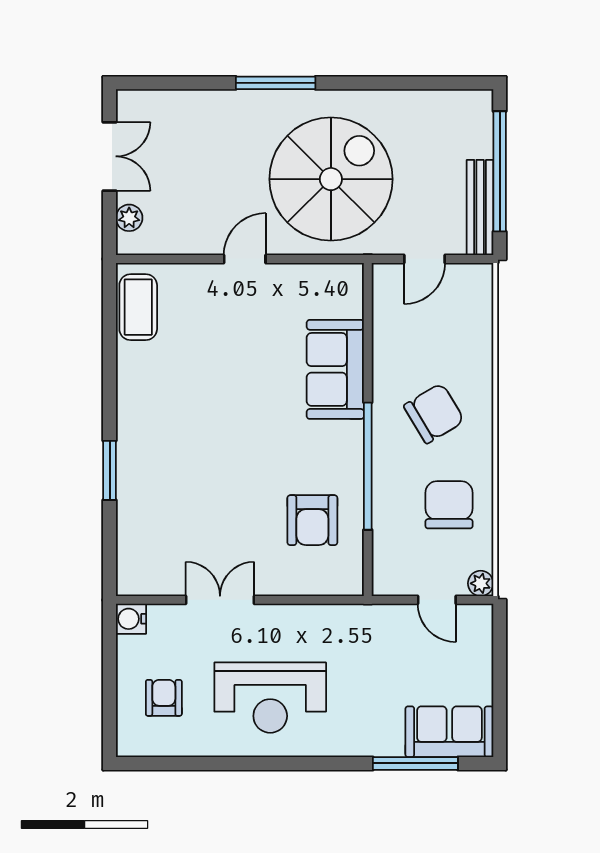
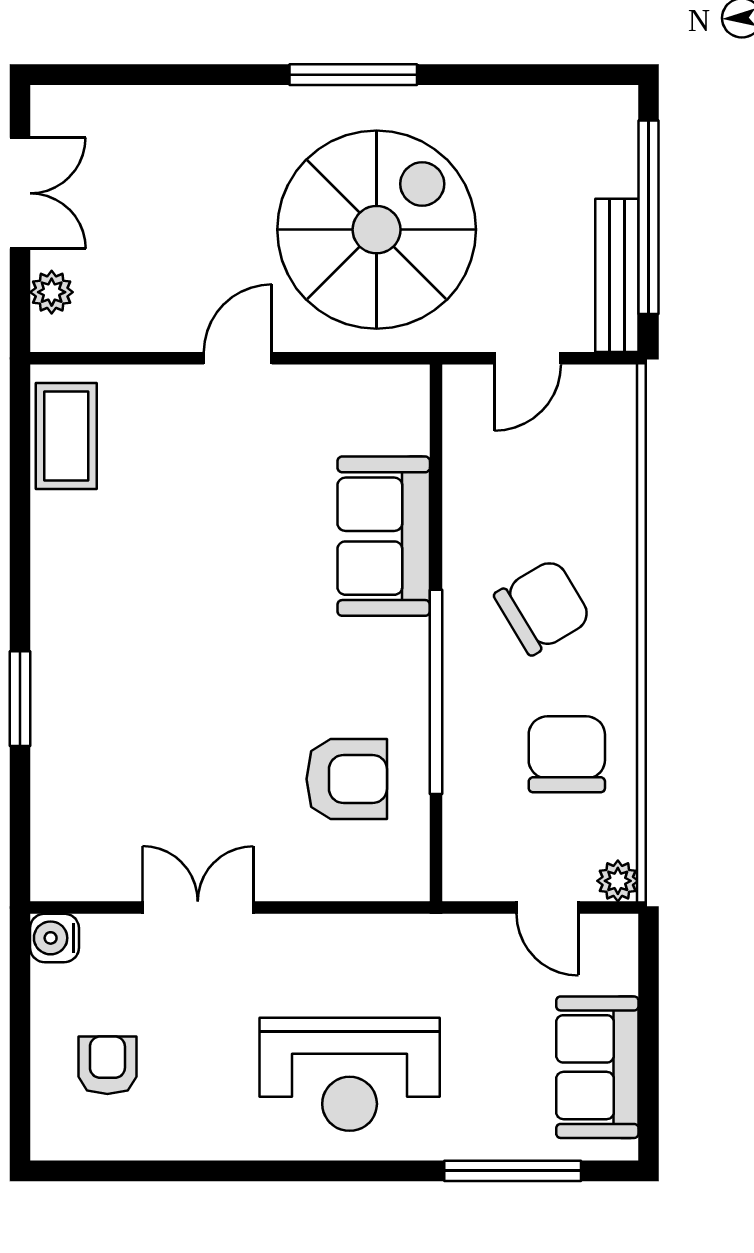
window: (276, 83) -> (353, 75), moved
armchair: (312, 520) -> (347, 779), turned -90
reception desk: (270, 698) -> (350, 1074), moved
sofa: (449, 732) -> (597, 1067), moved, turned -90

